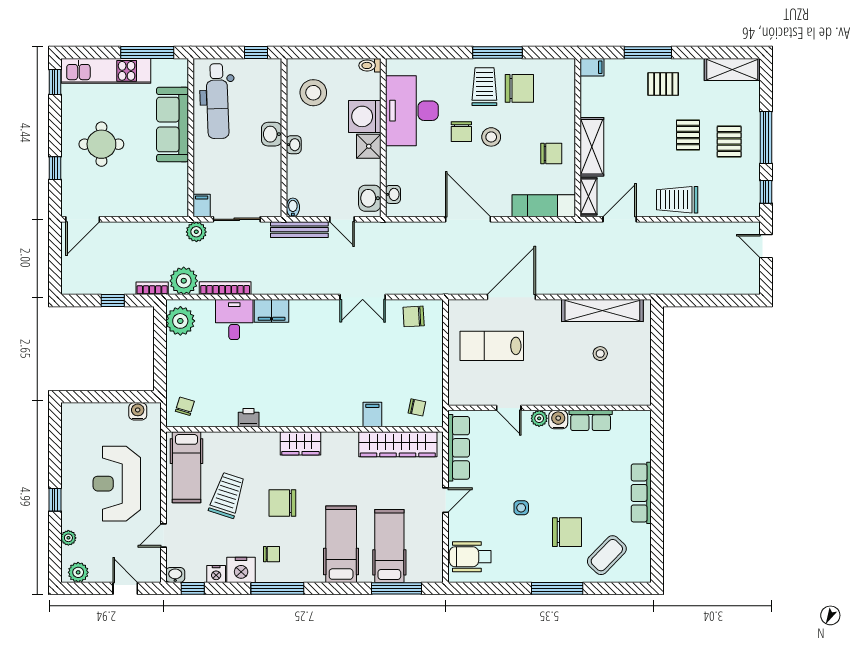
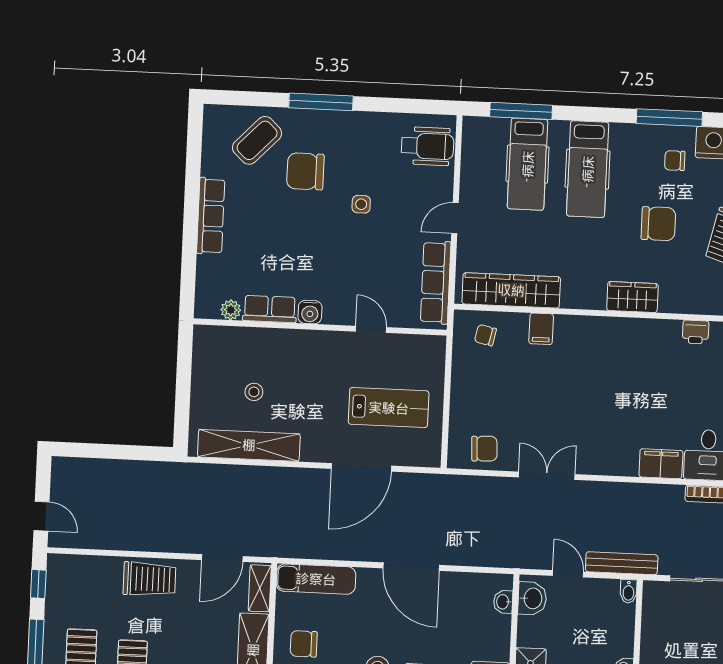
plant: (539, 418) -> (231, 310), moved

